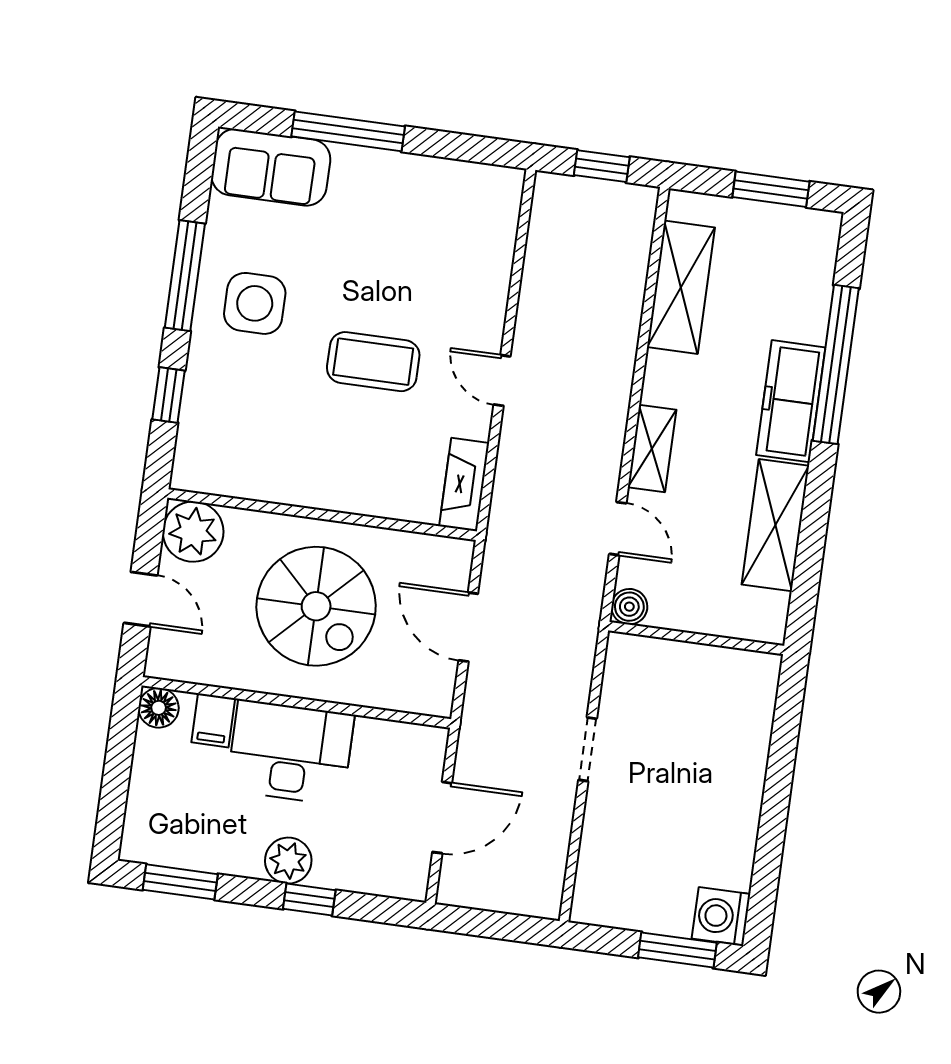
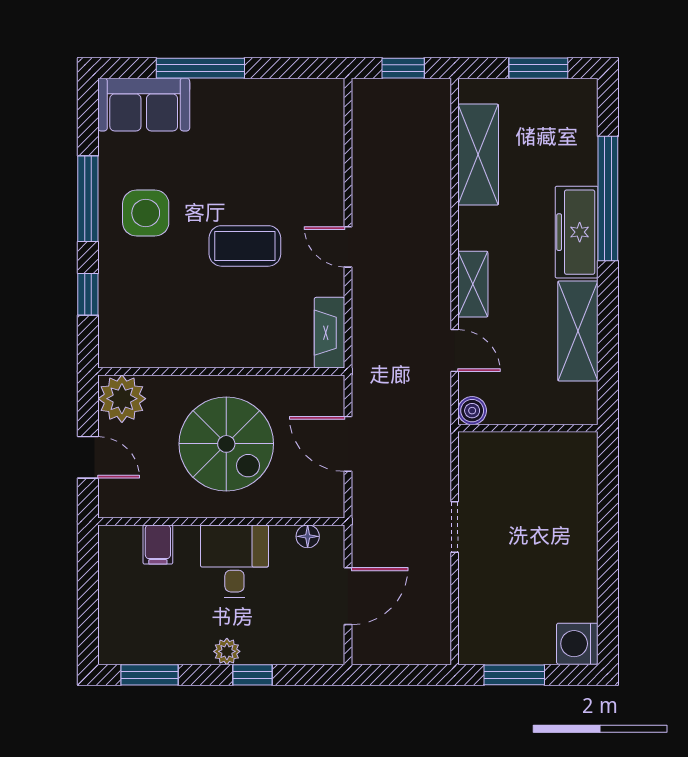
floor lamp: (159, 708) -> (308, 536), moved, width x0.73, depth x0.73
desk: (290, 752) -> (234, 561), width x0.73
plant: (288, 861) -> (227, 651), width x0.73, depth x0.73
window: (677, 950) -> (514, 675), moved

